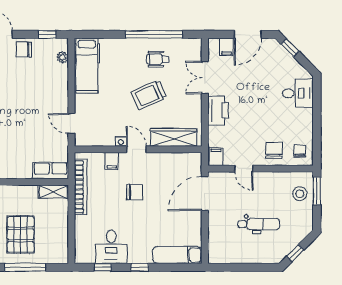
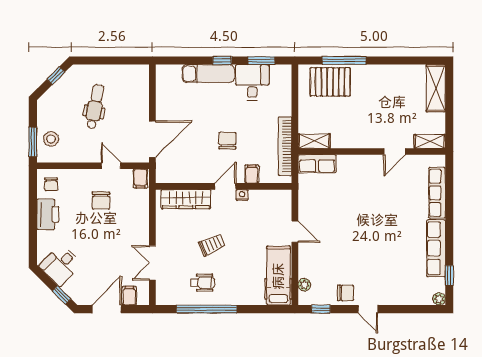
double door: (205, 78) -> (152, 263), swing flipped
desk: (298, 93) -> (61, 265), moved, turned -45
trolley: (149, 95) -> (212, 245), width x0.73, depth x0.72
printer: (218, 111) -> (48, 214), moved, turned 180
door: (71, 123) -> (295, 232), moved
door: (136, 149) -> (226, 186), swing flipped
chair: (274, 150) -> (101, 201), moved
chair: (135, 192) -> (227, 141), turned 90
dental chair: (259, 224) -> (95, 107), turned 101
pallet: (21, 234) -> (330, 82), moved, turned 90
exam couch: (177, 255) -> (208, 74), moved
window: (103, 267) -> (261, 61), width x1.50

